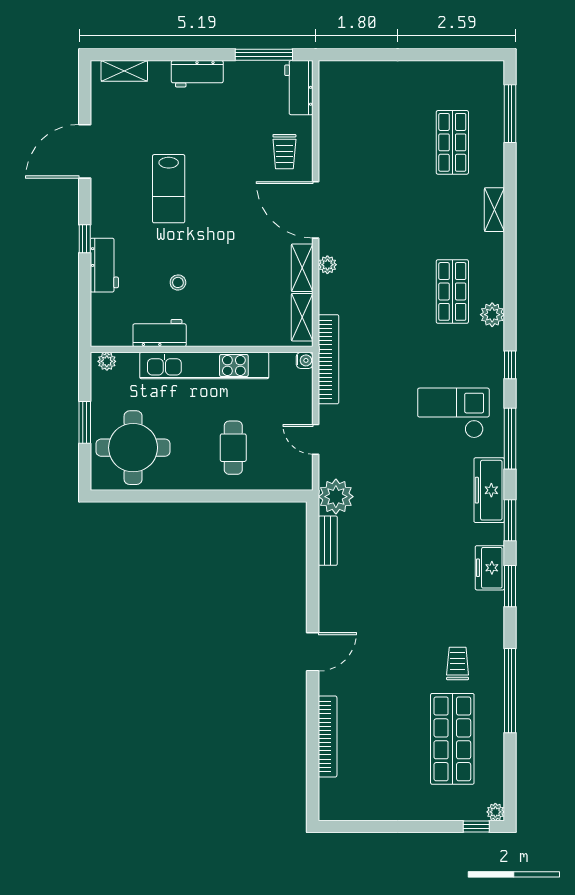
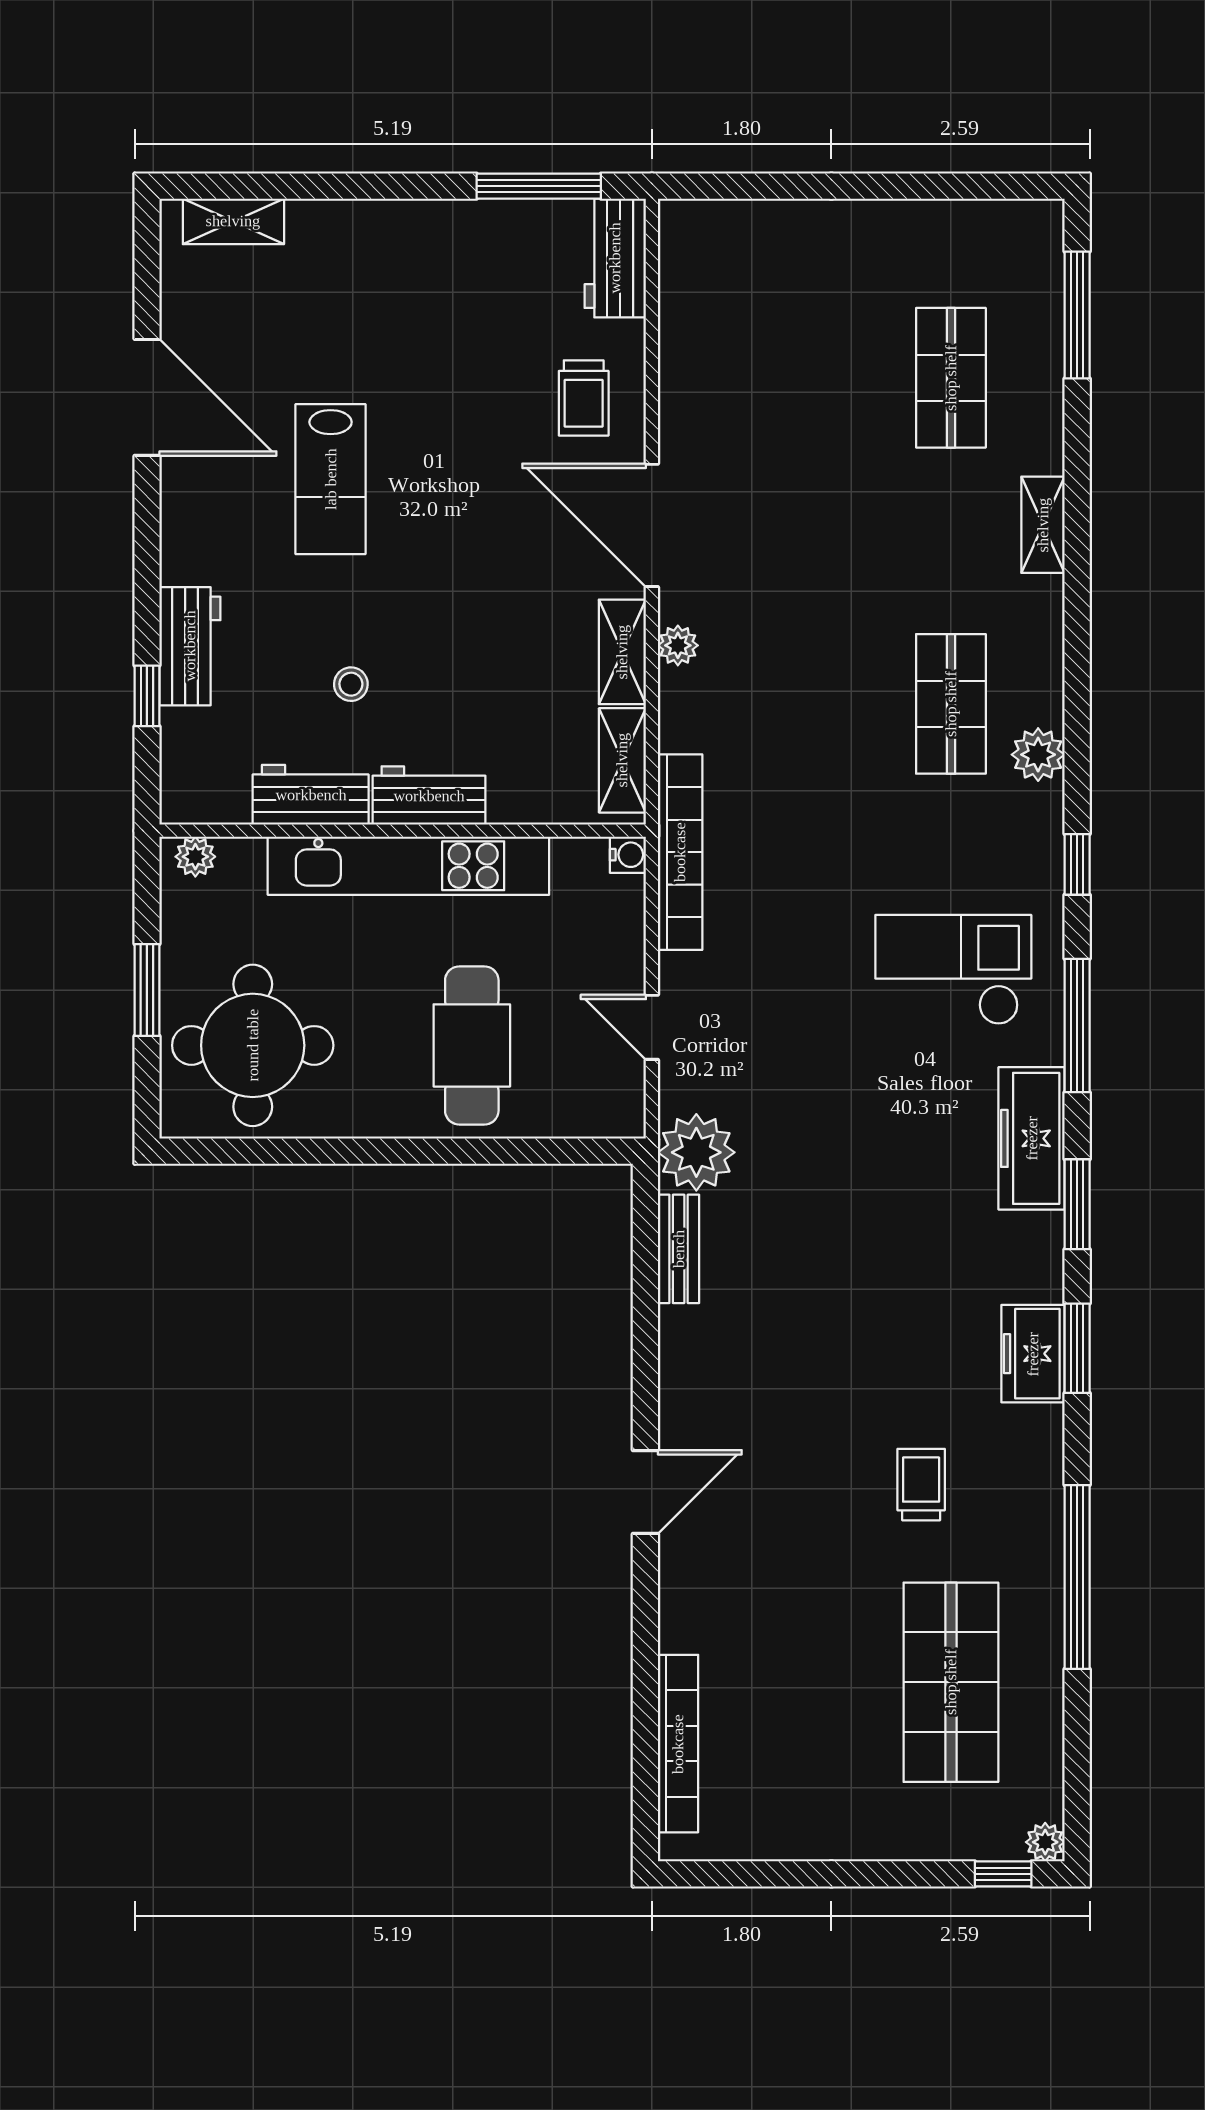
workbench: (197, 74) -> (429, 796), moved, turned 180
door: (85, 151) -> (147, 397), swing flipped
window: (85, 239) -> (147, 696), moved
cafe table: (233, 448) -> (472, 1045), width x1.37, depth x1.35
freezer: (490, 568) -> (1033, 1354), moved
trolley: (458, 663) -> (921, 1485), moved
bookcase: (328, 736) -> (678, 1744), moved

